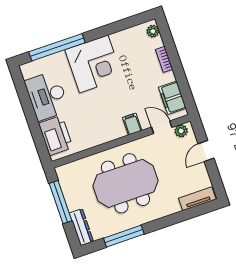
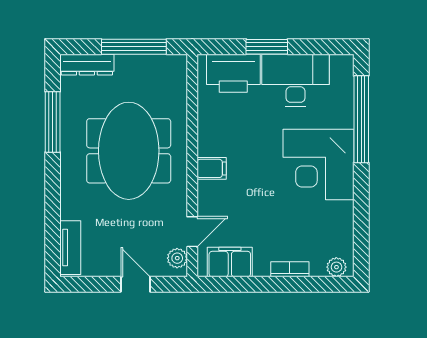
window: (32, 121) -> (267, 47), added
filing cabinet: (132, 124) -> (212, 168), moved

